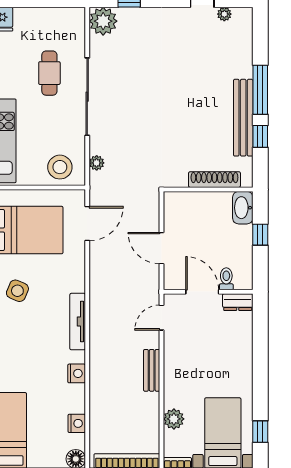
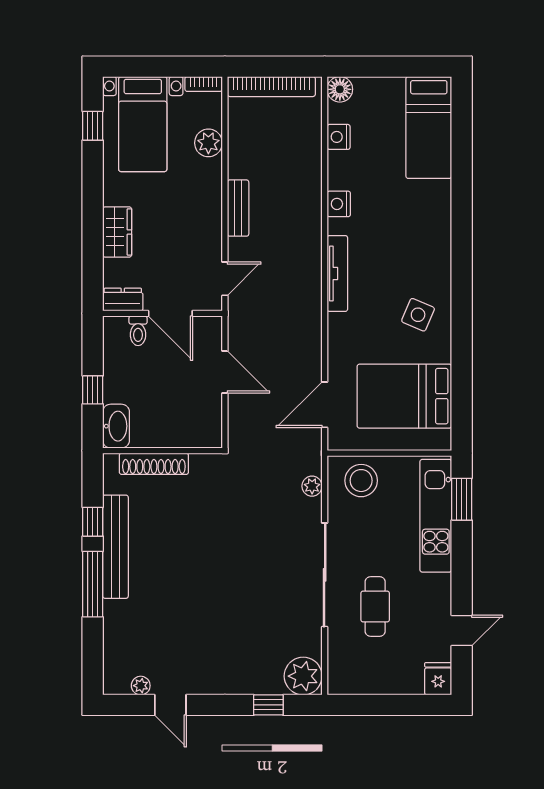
wardrobe: (242, 352) -> (117, 232), added

